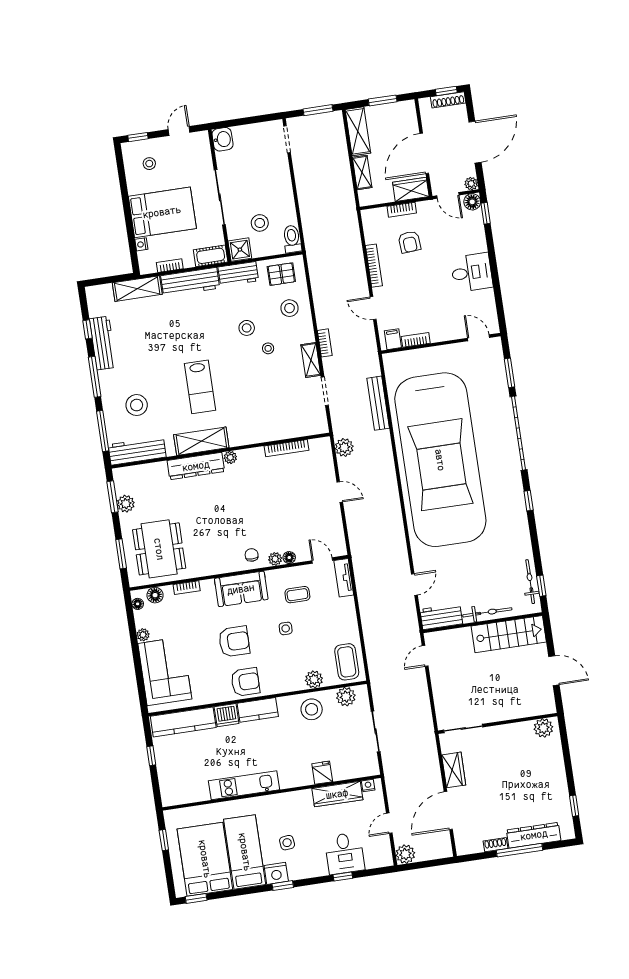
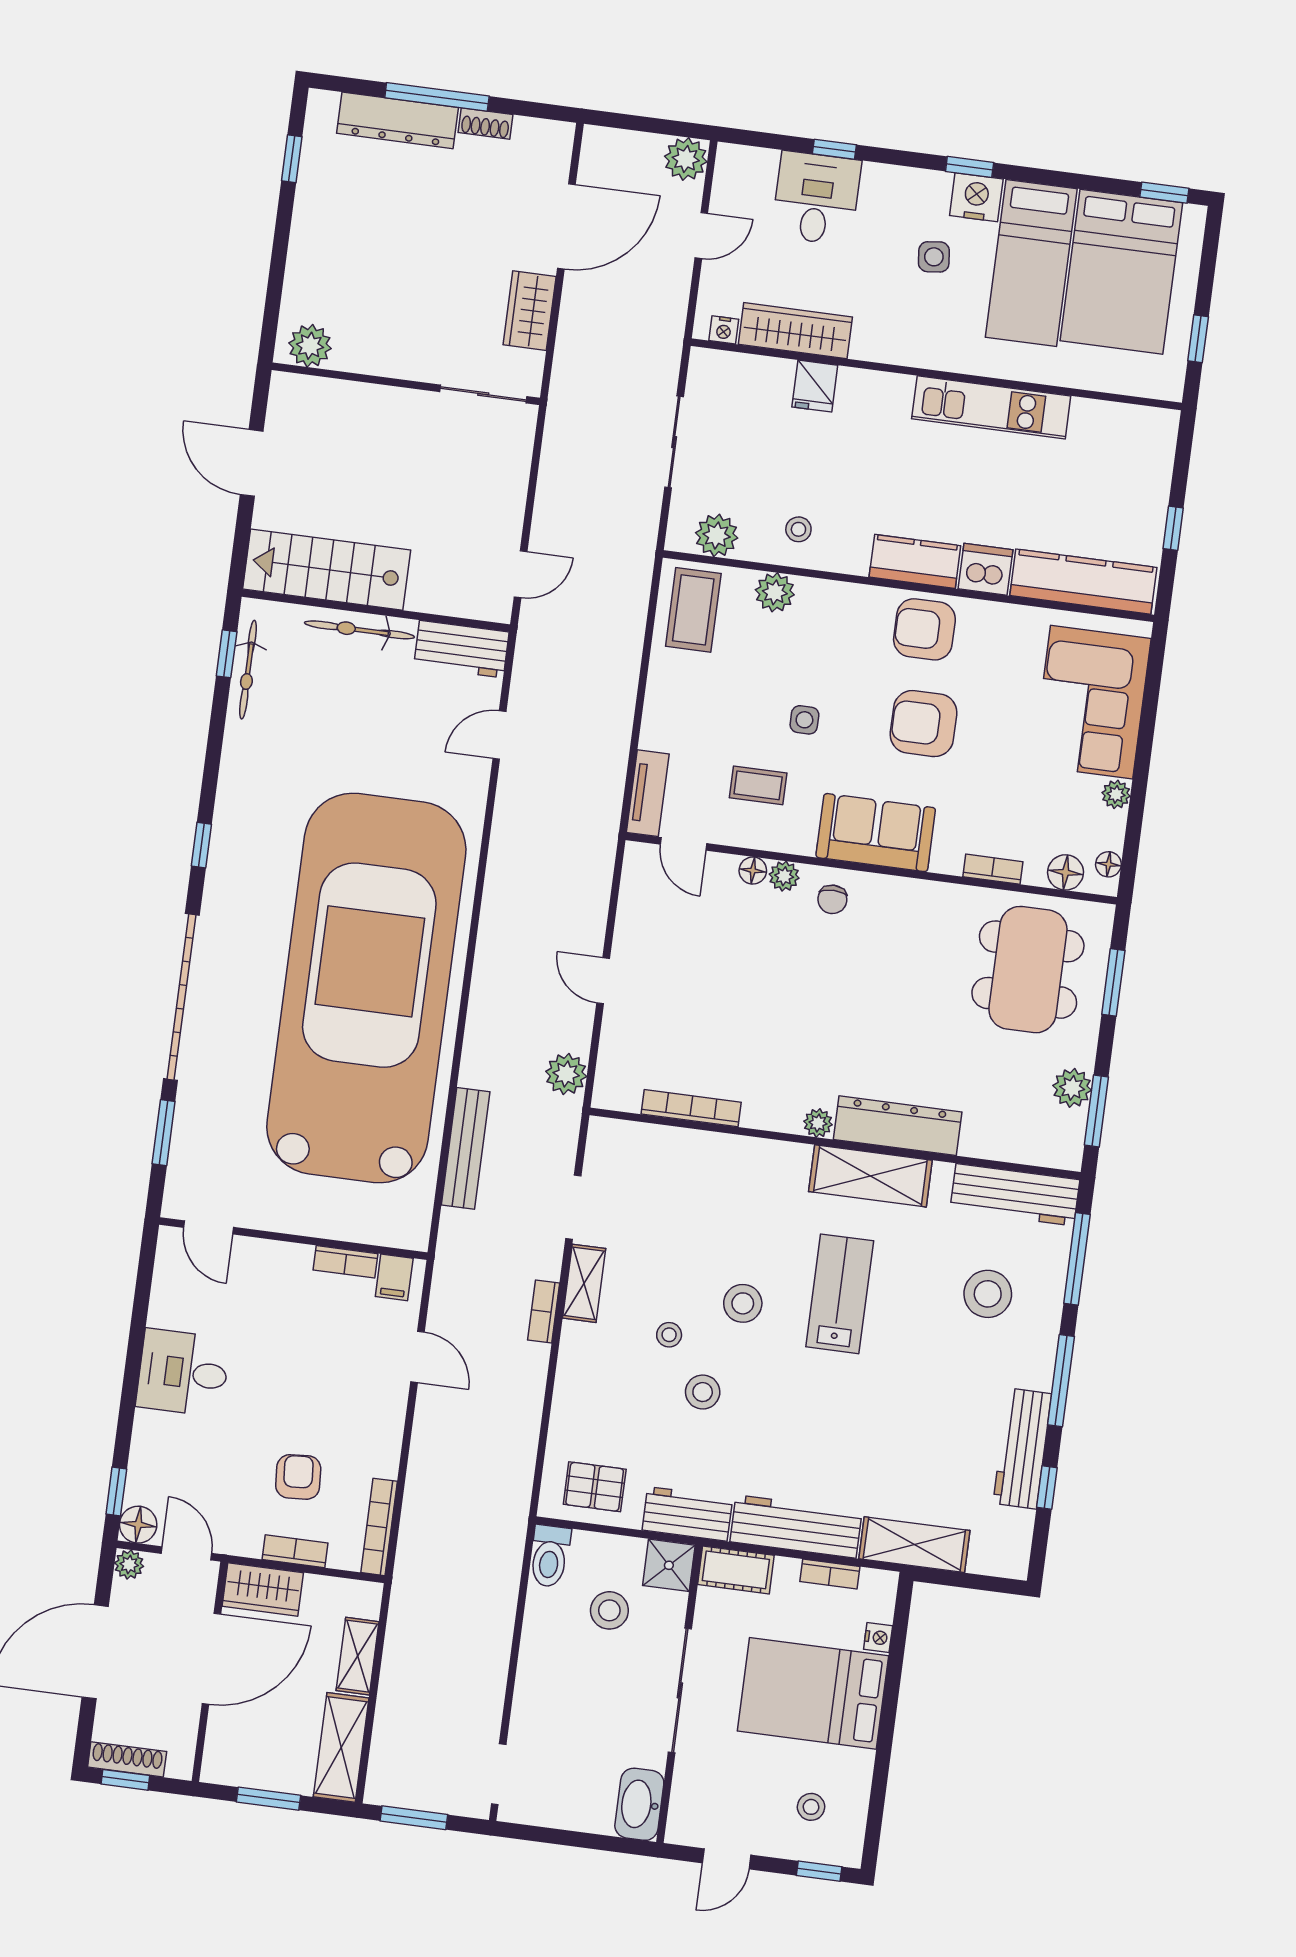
washbasin: (222, 139) -> (639, 1804), width x1.38
bookcase: (374, 266) -> (379, 1527), moved
stool: (290, 308) -> (743, 1303), moved
stool: (312, 709) -> (798, 529), width x0.53, depth x0.53

